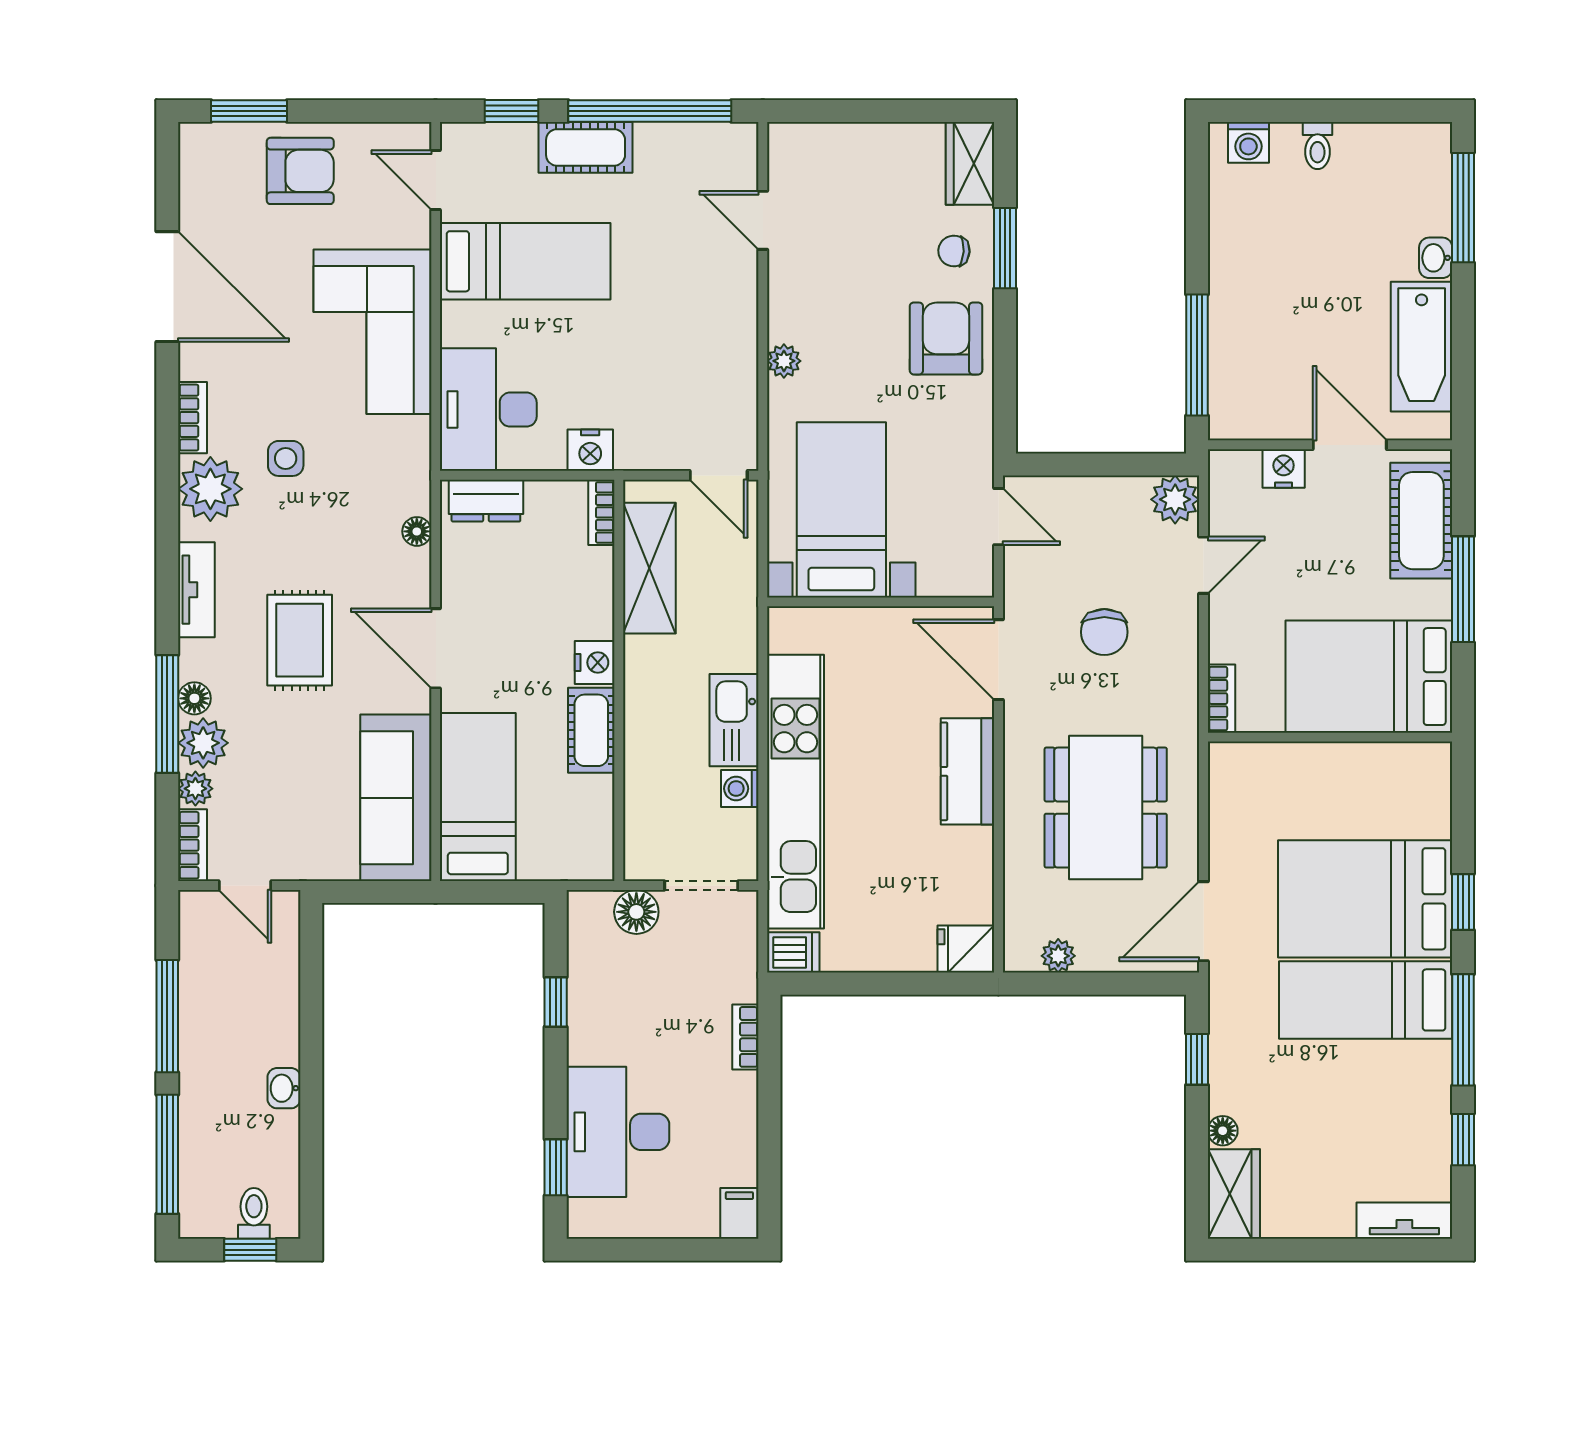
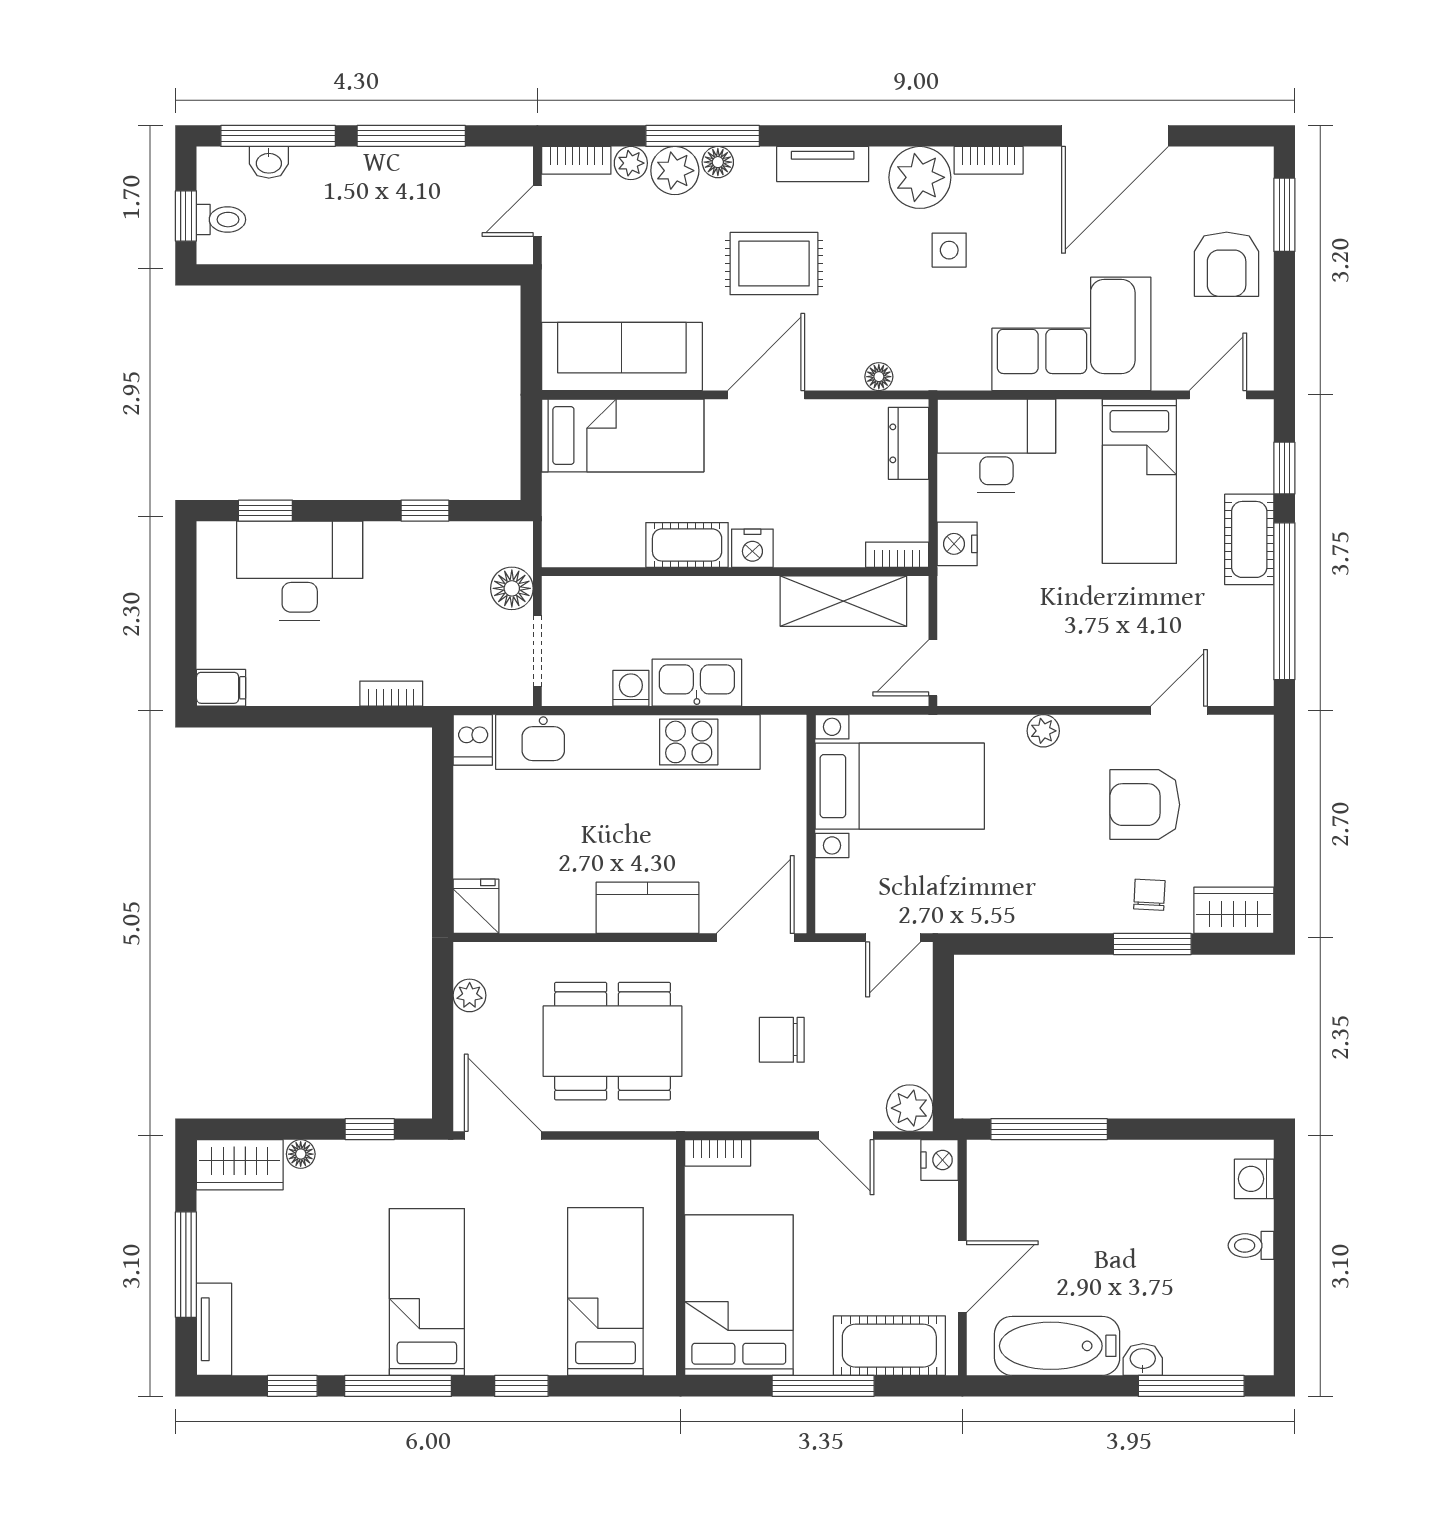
armchair: (946, 338) -> (1145, 805), moved, turned 180
nightstand: (1284, 469) -> (940, 1160), moved
bed: (1365, 899) -> (605, 1291), moved, width x0.67
washbasin: (284, 1088) -> (269, 162), moved, turned 180
window: (1337, 1250) -> (186, 1265), added

